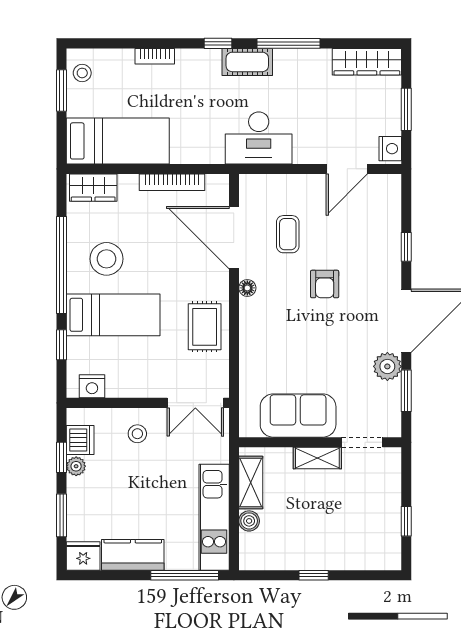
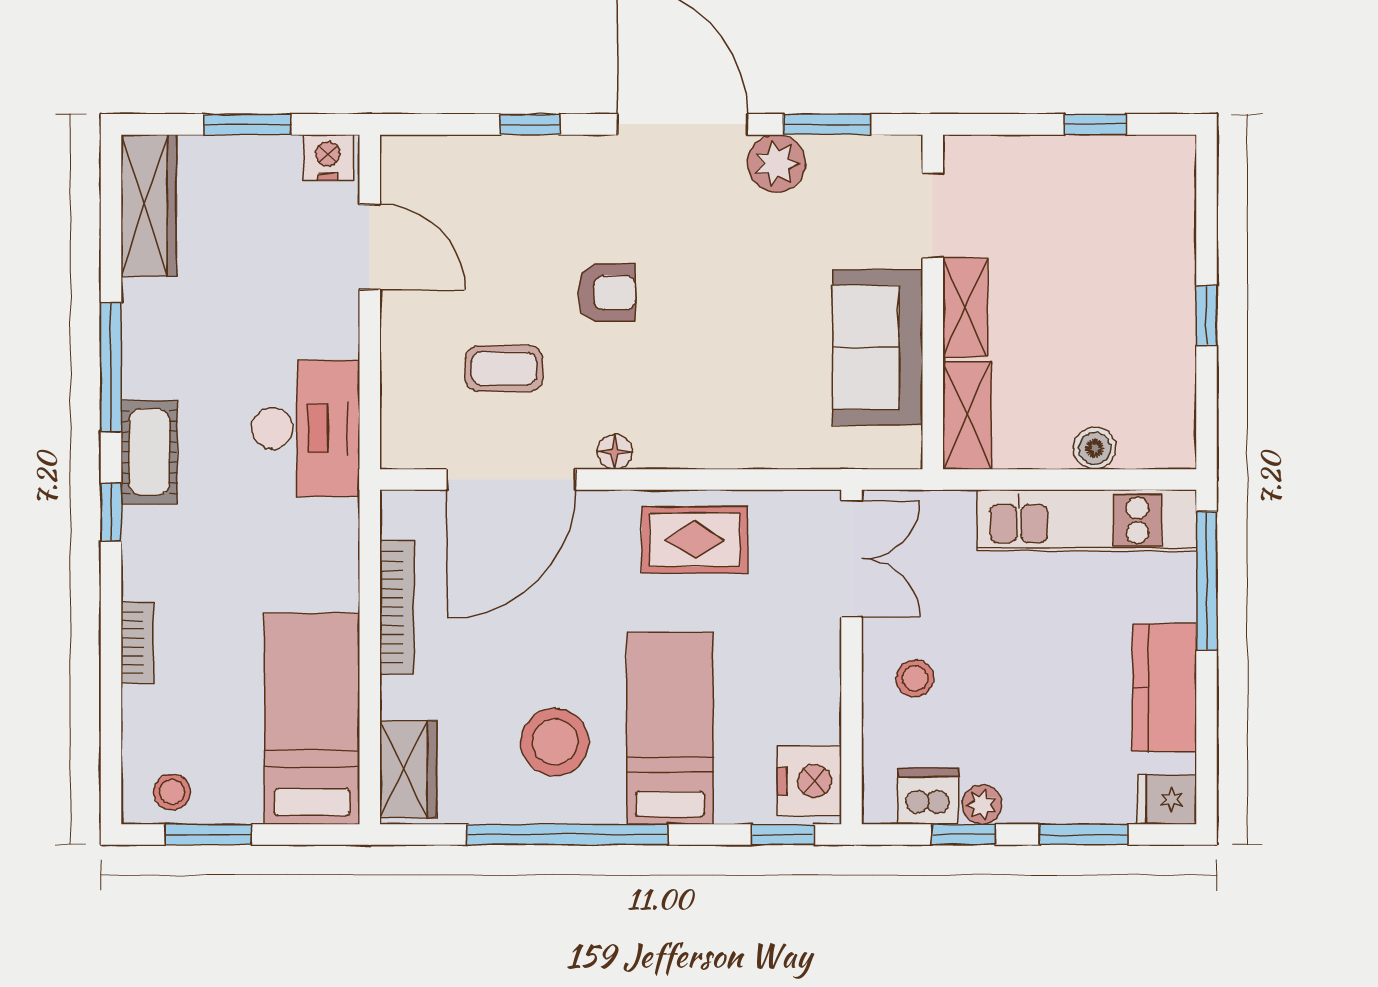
window: (62, 345) -> (783, 834), moved
nightstand: (92, 386) -> (810, 781), width x1.36, depth x1.33
shelving: (251, 482) -> (967, 415), moved, turned 90
fridge: (83, 556) -> (1167, 800), width x0.72

